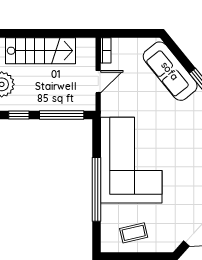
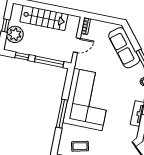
window: (97, 189) -> (62, 114), width x0.68

